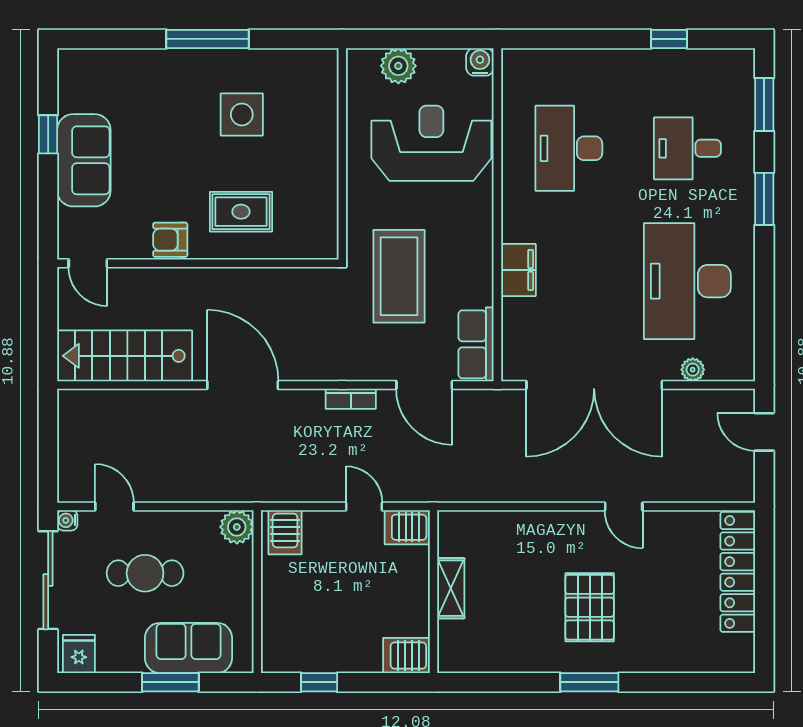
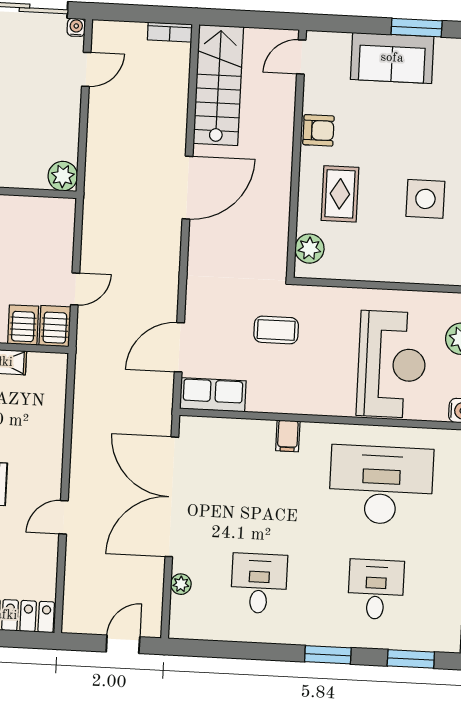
window: (48, 134) -> (417, 28), width x1.50
desk: (569, 148) -> (381, 485), width x1.36, depth x1.30
armchair: (170, 240) -> (318, 130), turned 90
plant: (305, 243) -> (309, 249), added
filing cabinet: (518, 270) -> (288, 436), width x0.50
coffee table: (399, 276) -> (276, 330), width x0.54, depth x0.58
desk: (687, 281) -> (259, 583), width x0.53, depth x0.77
bookcase: (351, 399) -> (170, 32), moved, turned -90
server rack: (285, 532) -> (23, 325), moved, turned 90
cafe table: (145, 573) -> (26, 93), removed

